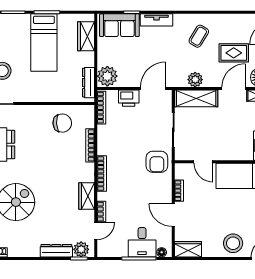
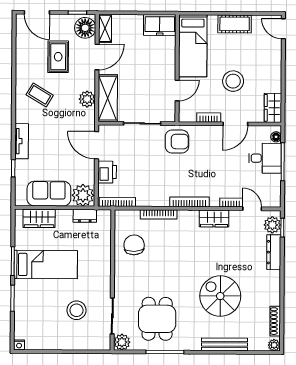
sofa: (119, 25) -> (49, 194), moved, turned -90
dresser: (89, 83) -> (85, 216), width x0.70
door: (234, 88) -> (97, 57), swing flipped
stool: (233, 243) -> (233, 81), moved

